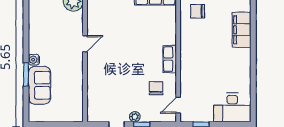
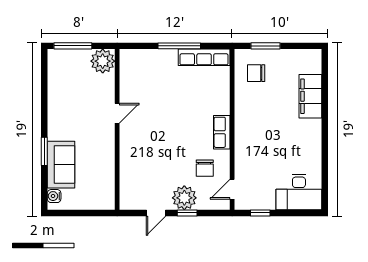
water cooler: (34, 60) -> (54, 196), moved
chair: (156, 88) -> (205, 168), turned 180
plant: (135, 117) -> (184, 198), width x1.87, depth x1.87

